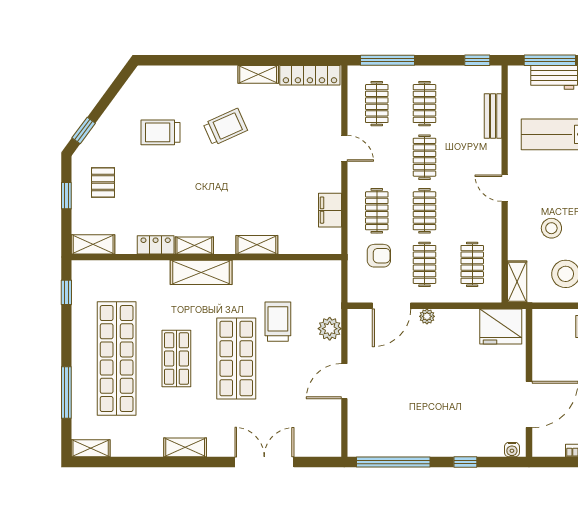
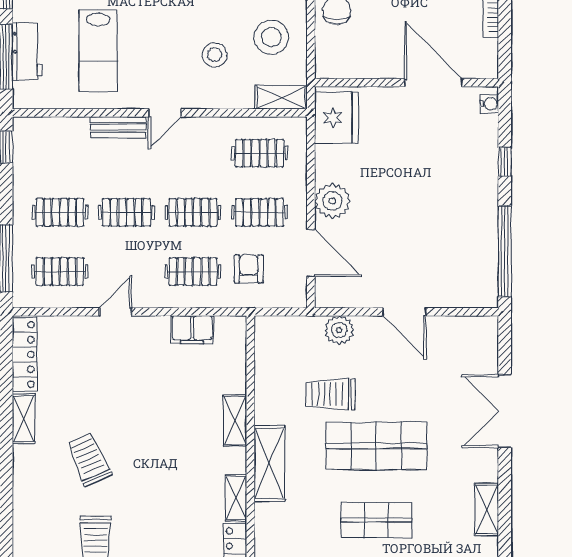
bench: (493, 116) -> (118, 127), moved
shelving: (201, 272) -> (269, 463), moved
plant: (427, 316) -> (332, 201), width x1.87, depth x1.87

